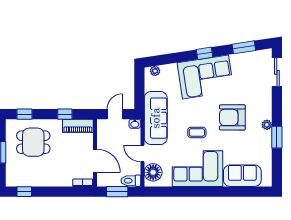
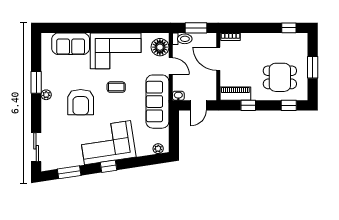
armchair: (232, 117) -> (81, 102), turned 90

